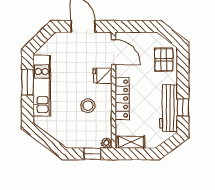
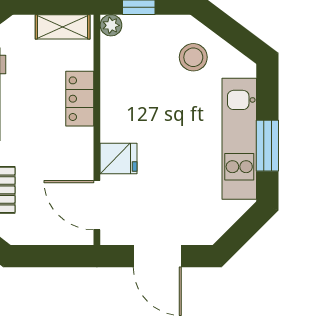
locker: (122, 99) -> (80, 99), width x0.66
stool: (88, 106) -> (193, 57), moved

